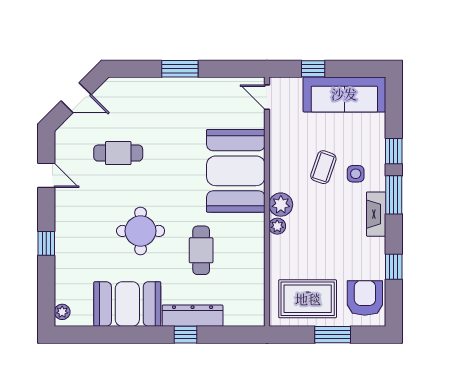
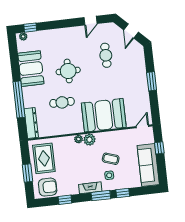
window: (46, 243) -> (30, 28), moved
dresser: (193, 316) -> (31, 123), moved
window: (185, 335) -> (19, 99), width x3.17

